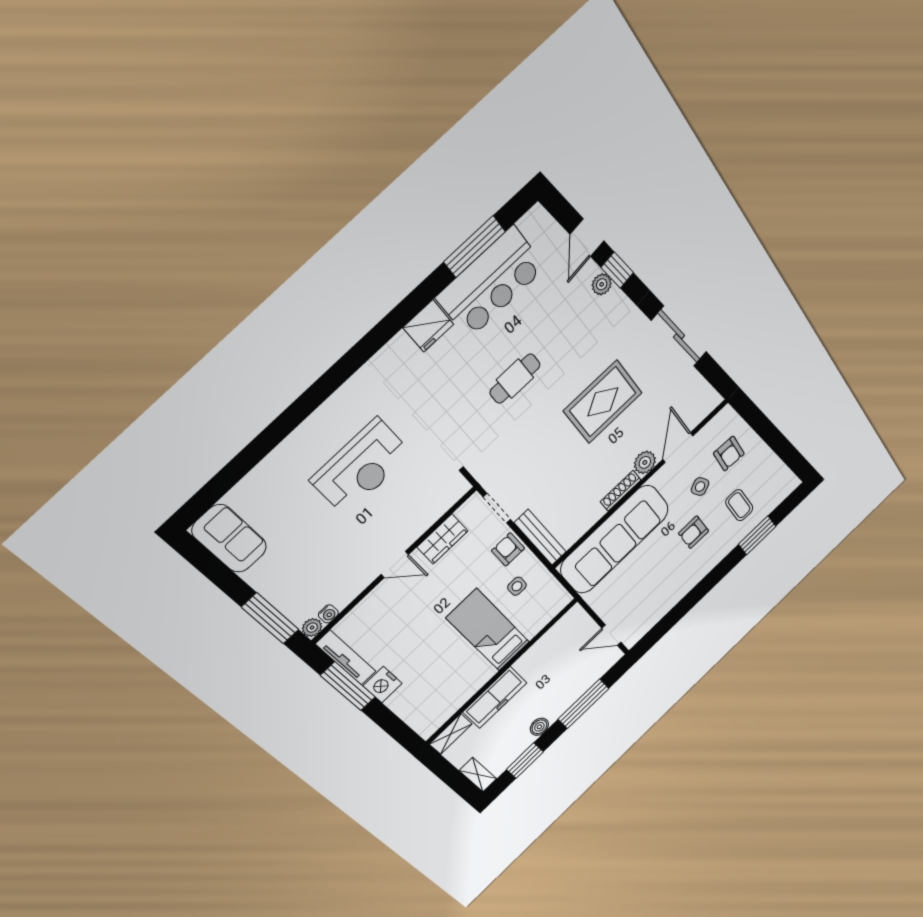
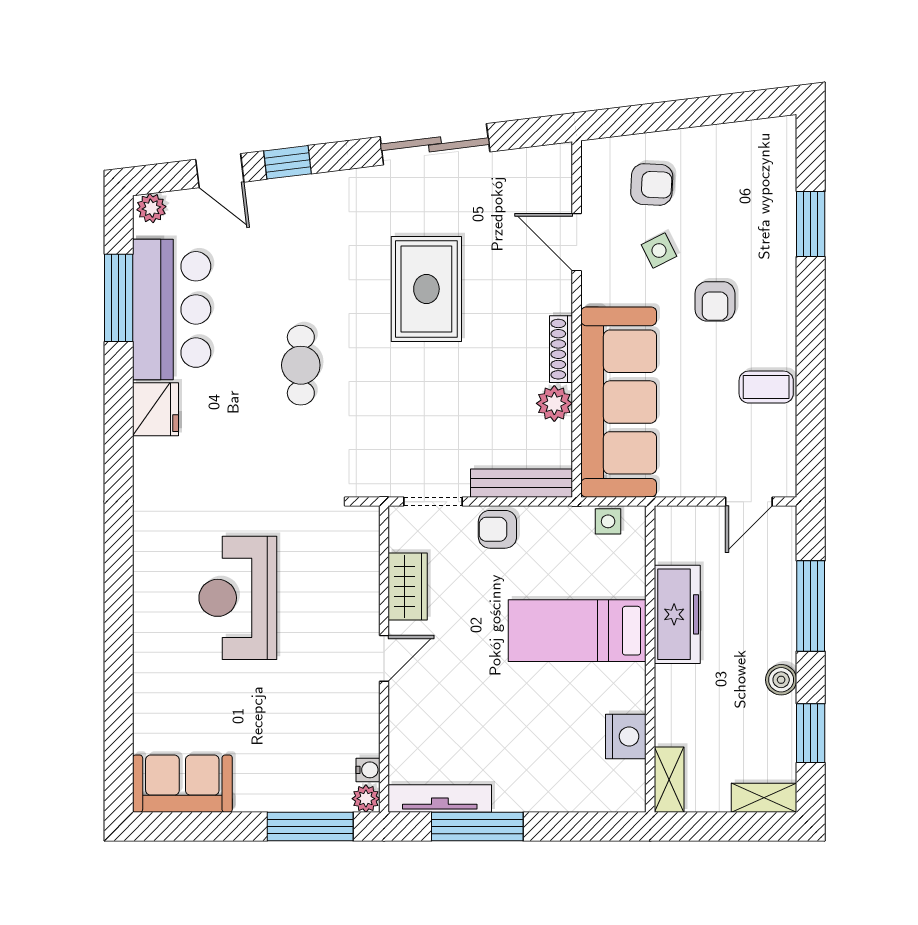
plant: (602, 284) -> (151, 208), moved
plant: (645, 462) -> (554, 403), moved
reception desk: (361, 467) -> (238, 598), turned 180
coffee table: (739, 505) -> (766, 387), moved
side table: (517, 586) -> (608, 521), moved
nightstand: (383, 685) -> (626, 736), moved, turned -90
freezer: (495, 697) -> (677, 614), moved

